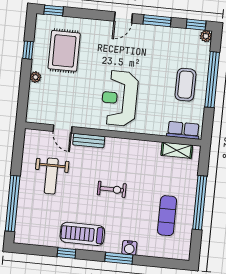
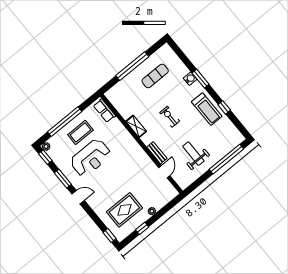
reception desk: (119, 98) -> (91, 158), moved
shelving: (177, 150) -> (136, 126), moved
weight bench: (51, 176) -> (193, 154), turned -90

